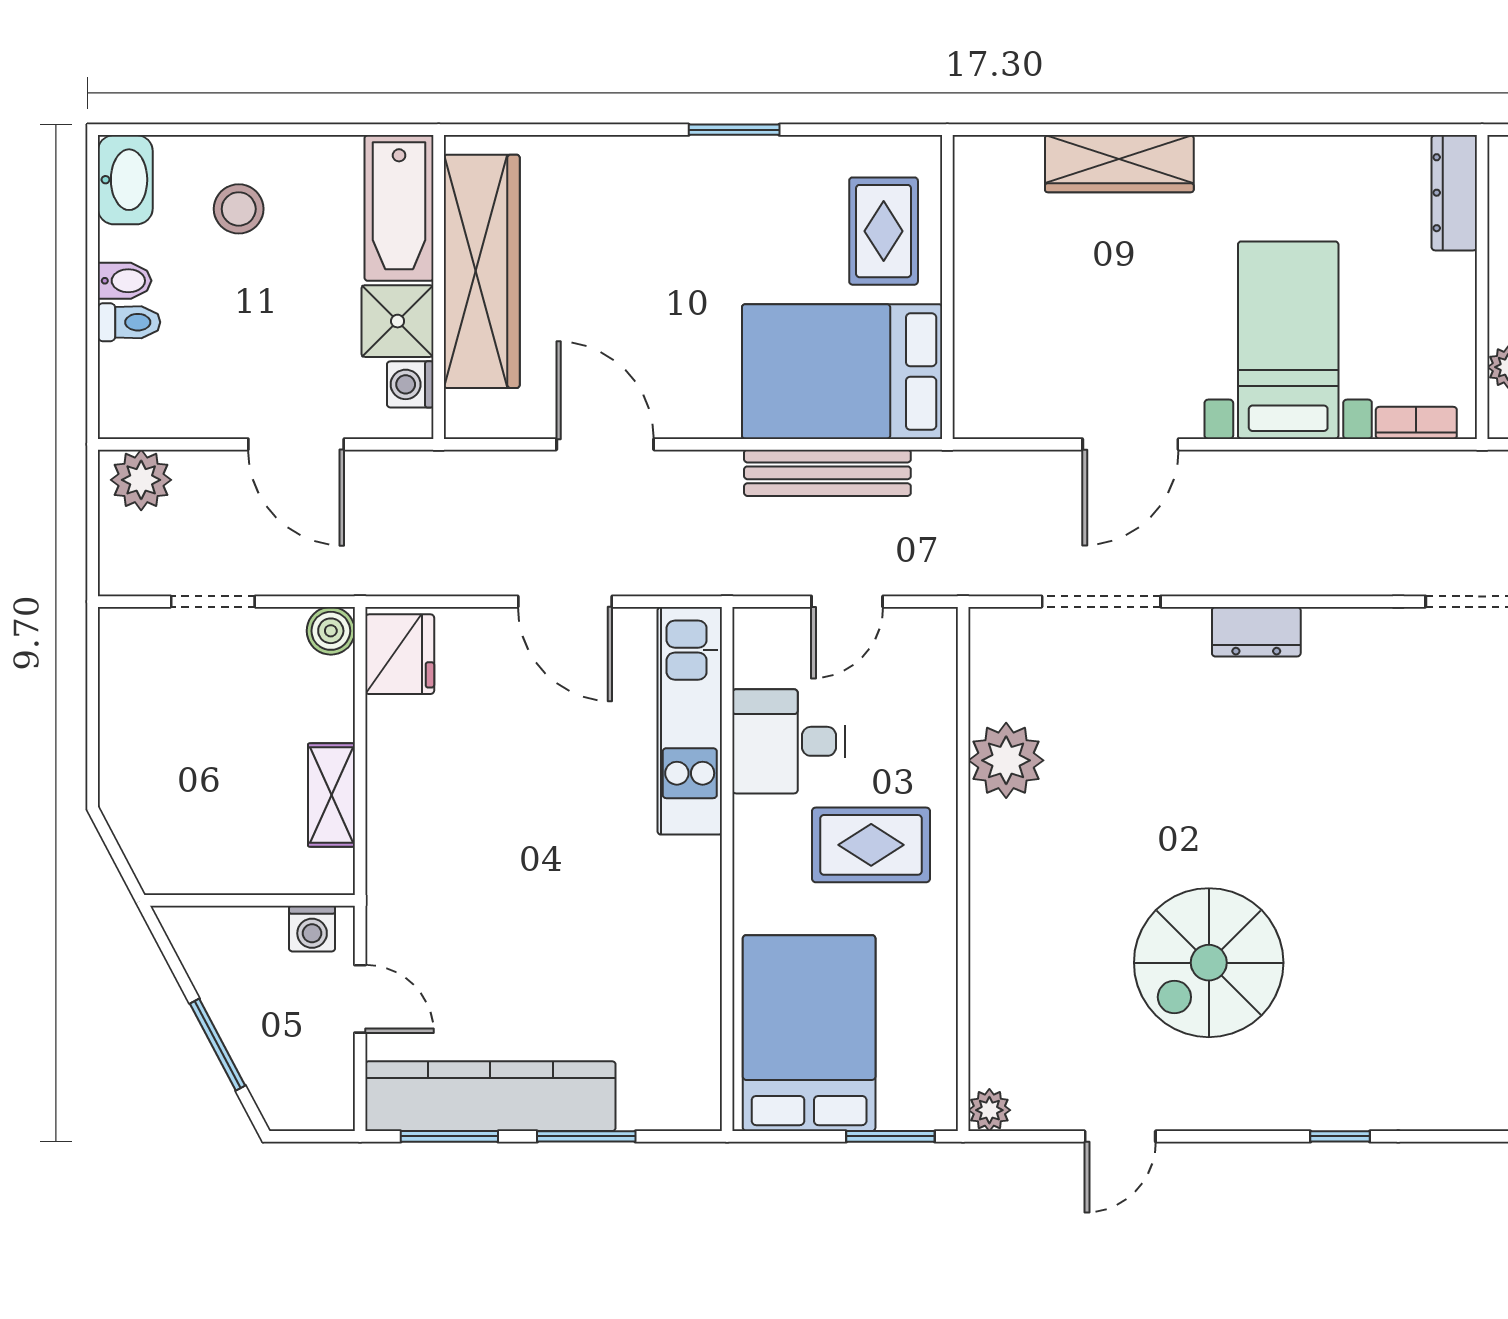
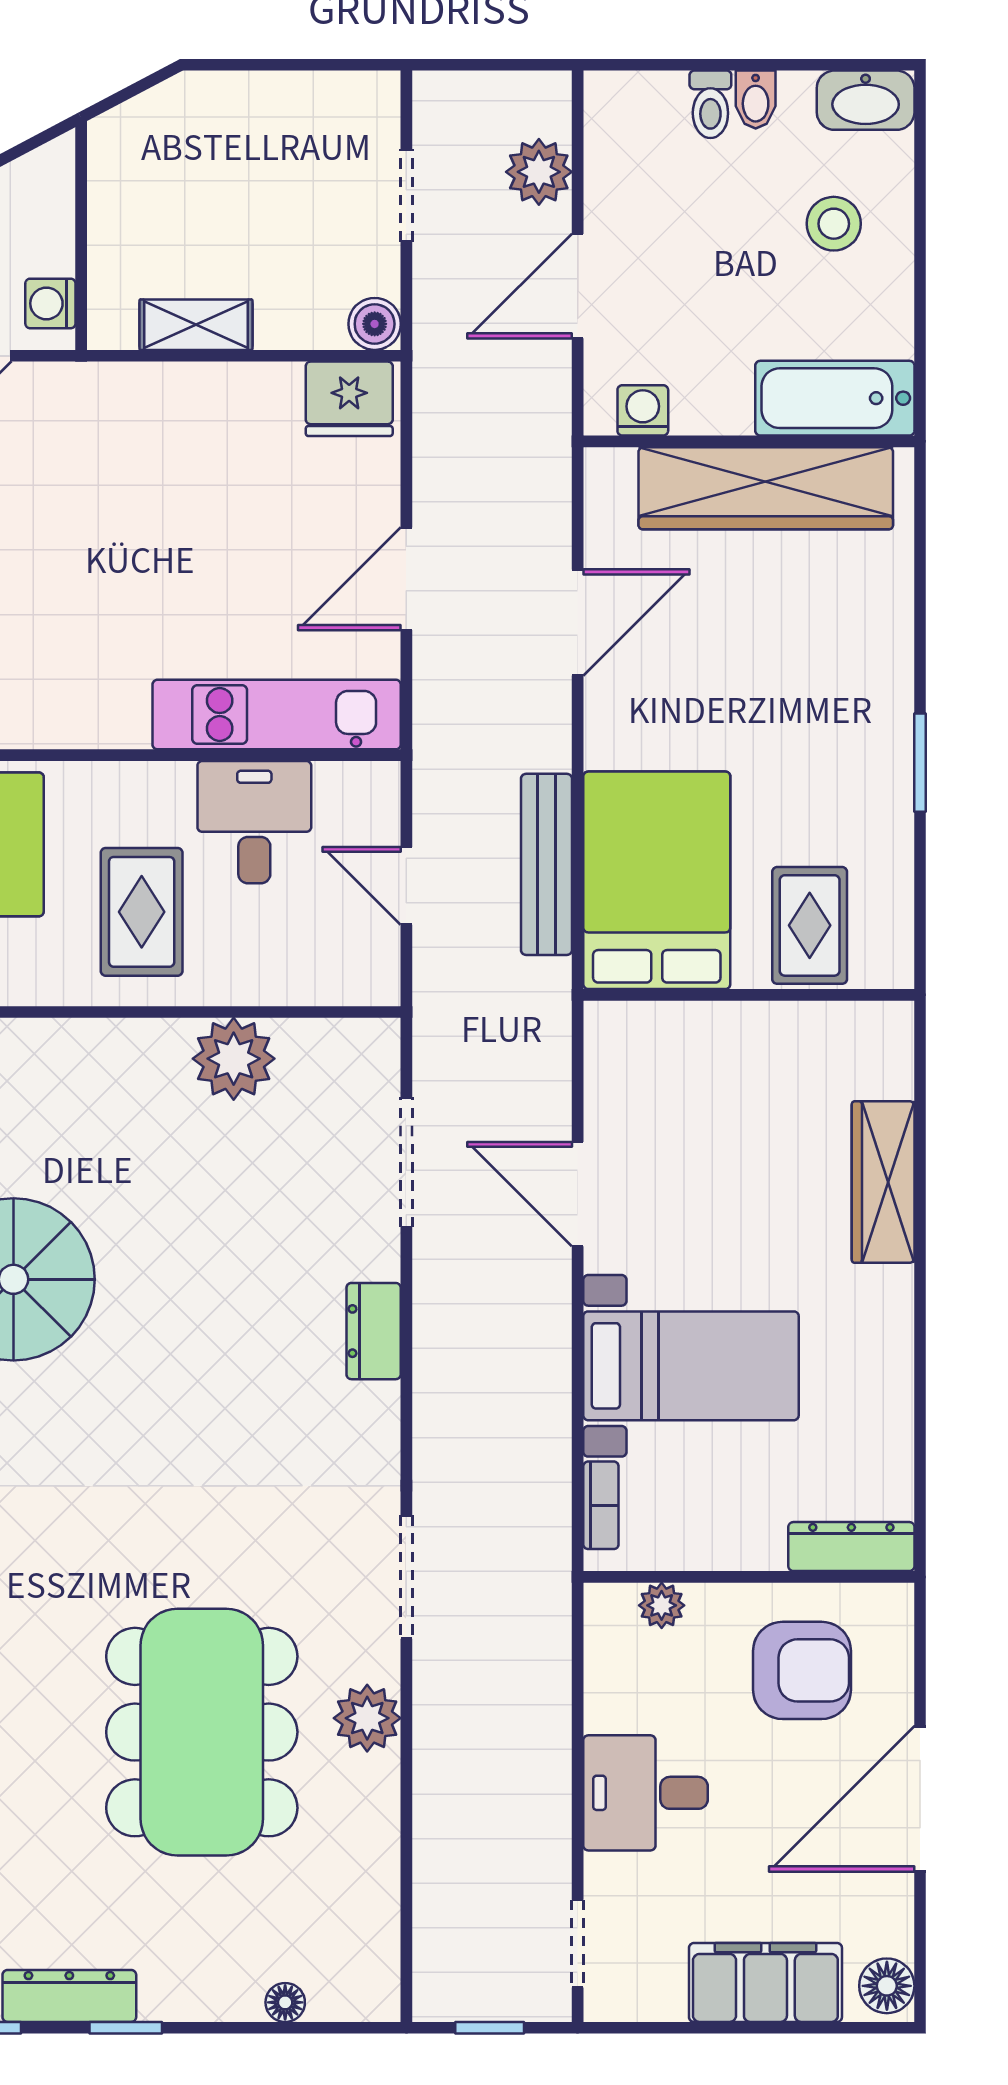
rug: (884, 231) -> (810, 925), turned 90
shower: (398, 321) -> (712, 397), removed
plant: (141, 480) -> (539, 172), moved

